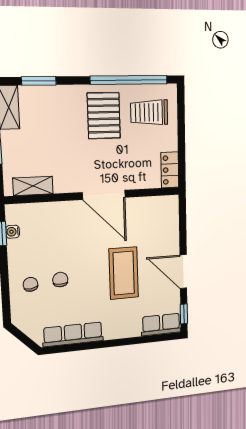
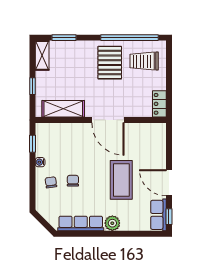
shelving: (33, 186) -> (63, 109), width x1.50, depth x1.33
water cooler: (13, 232) -> (40, 162), moved
row of seats: (161, 325) -> (158, 215), moved, turned -90
plant: (114, 330) -> (112, 223), added

